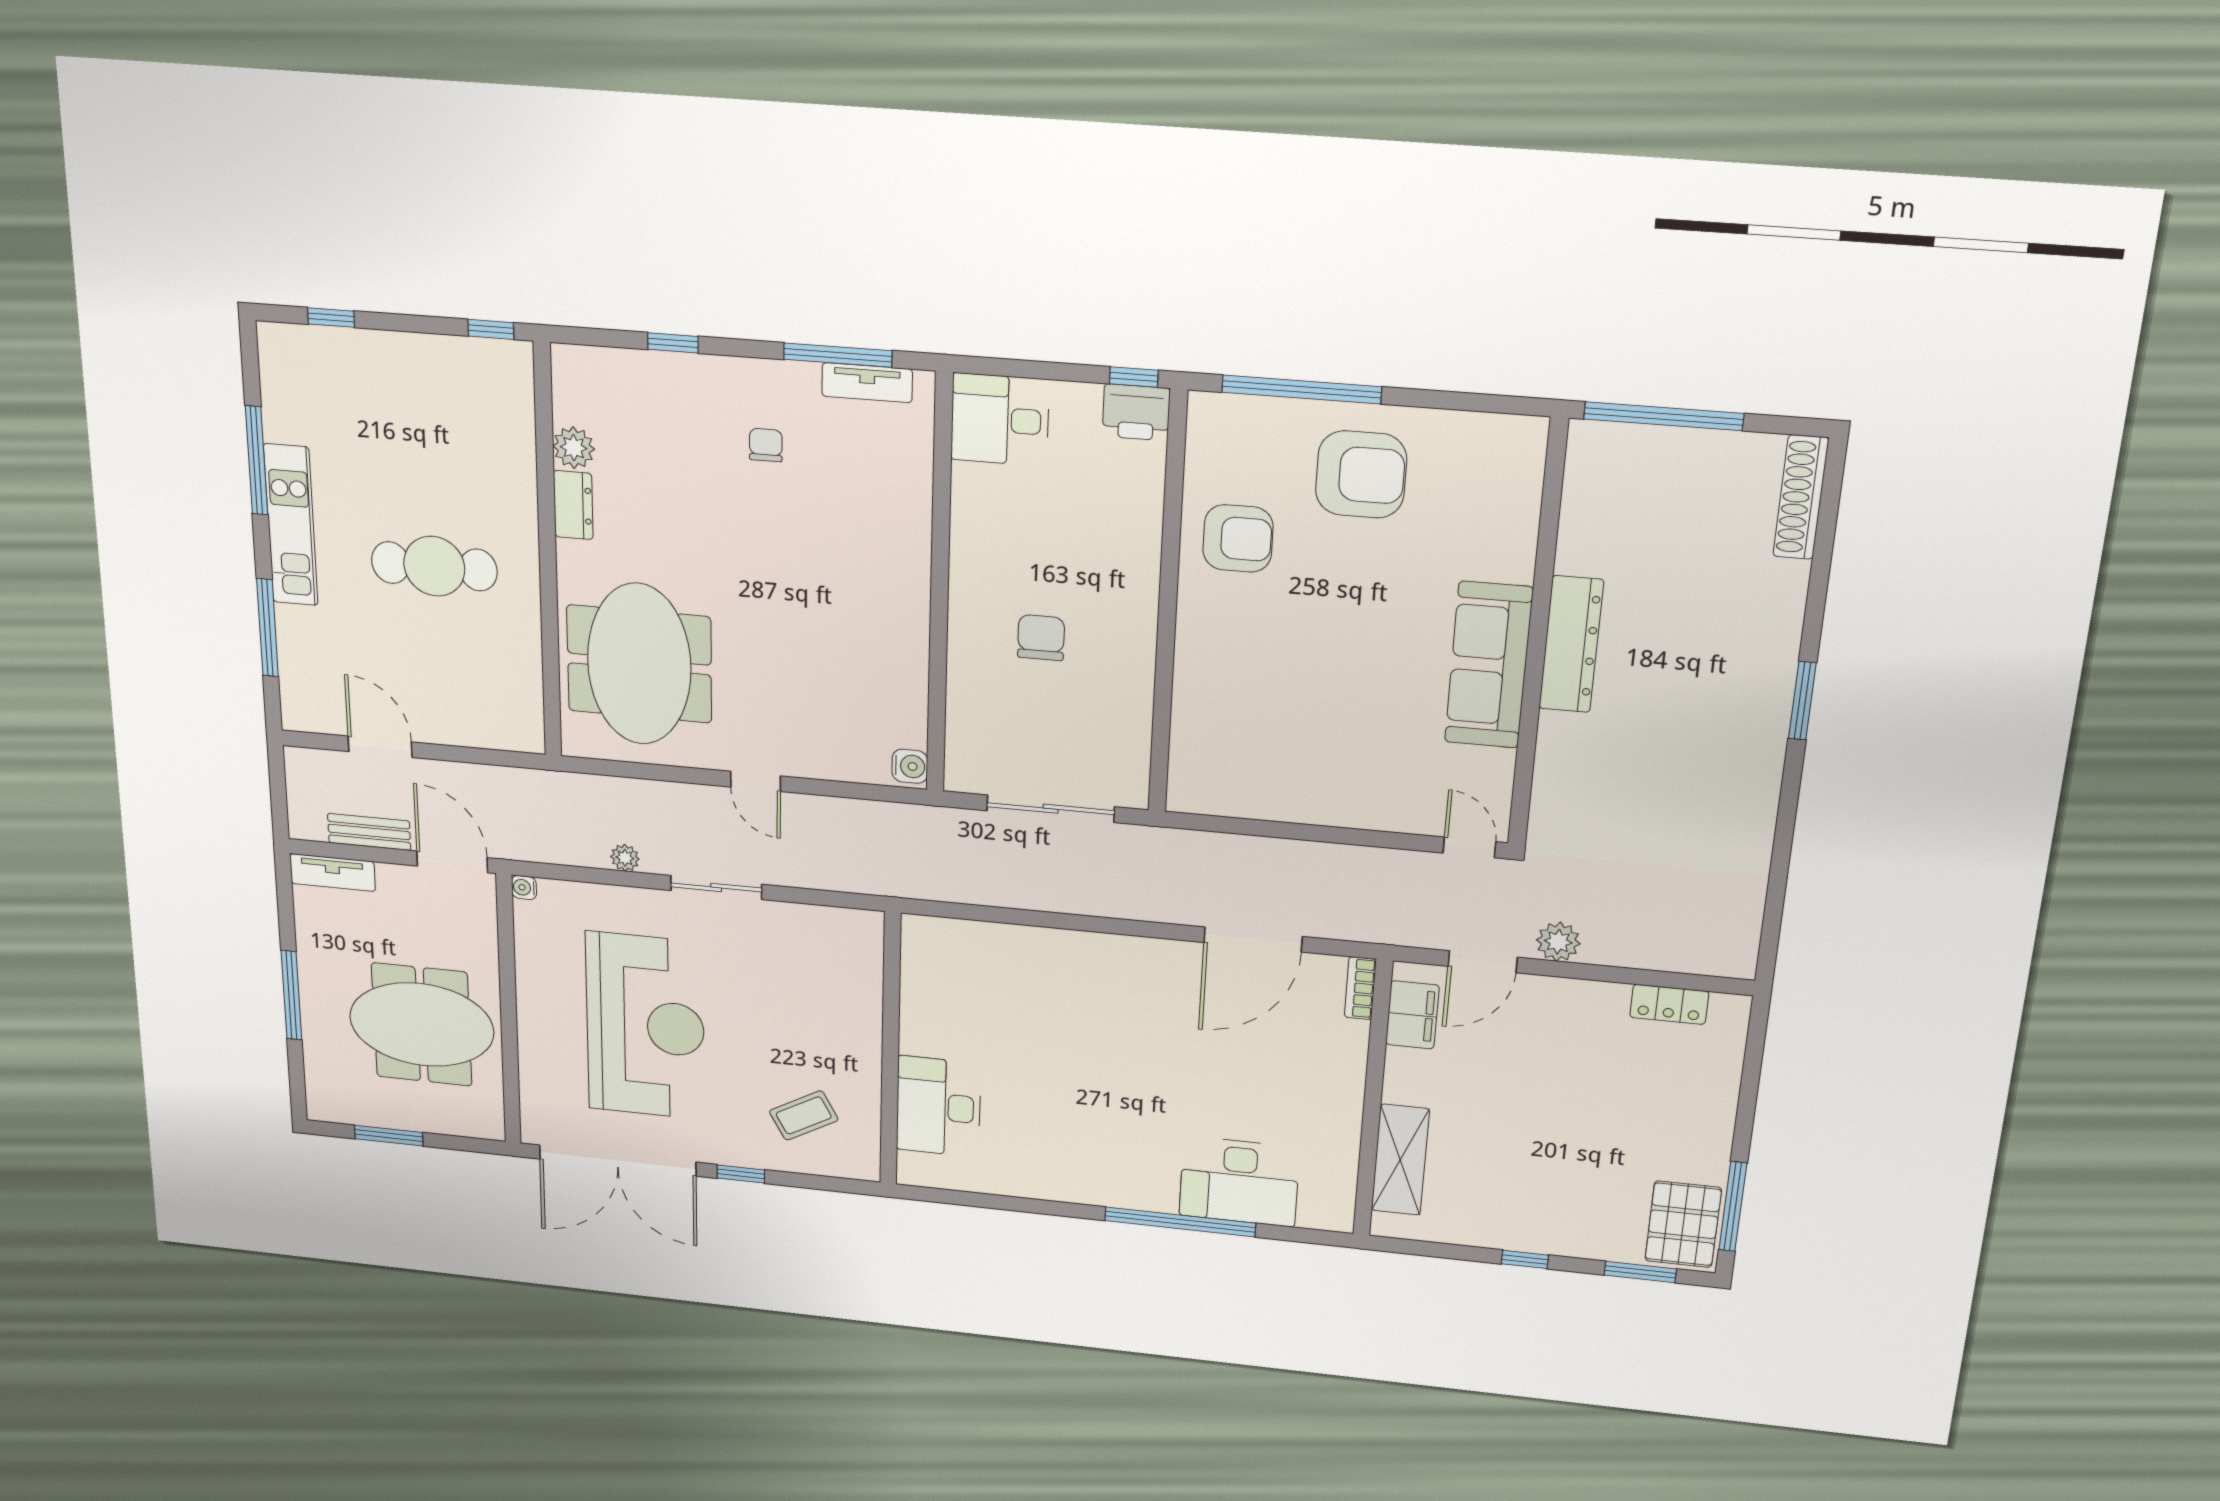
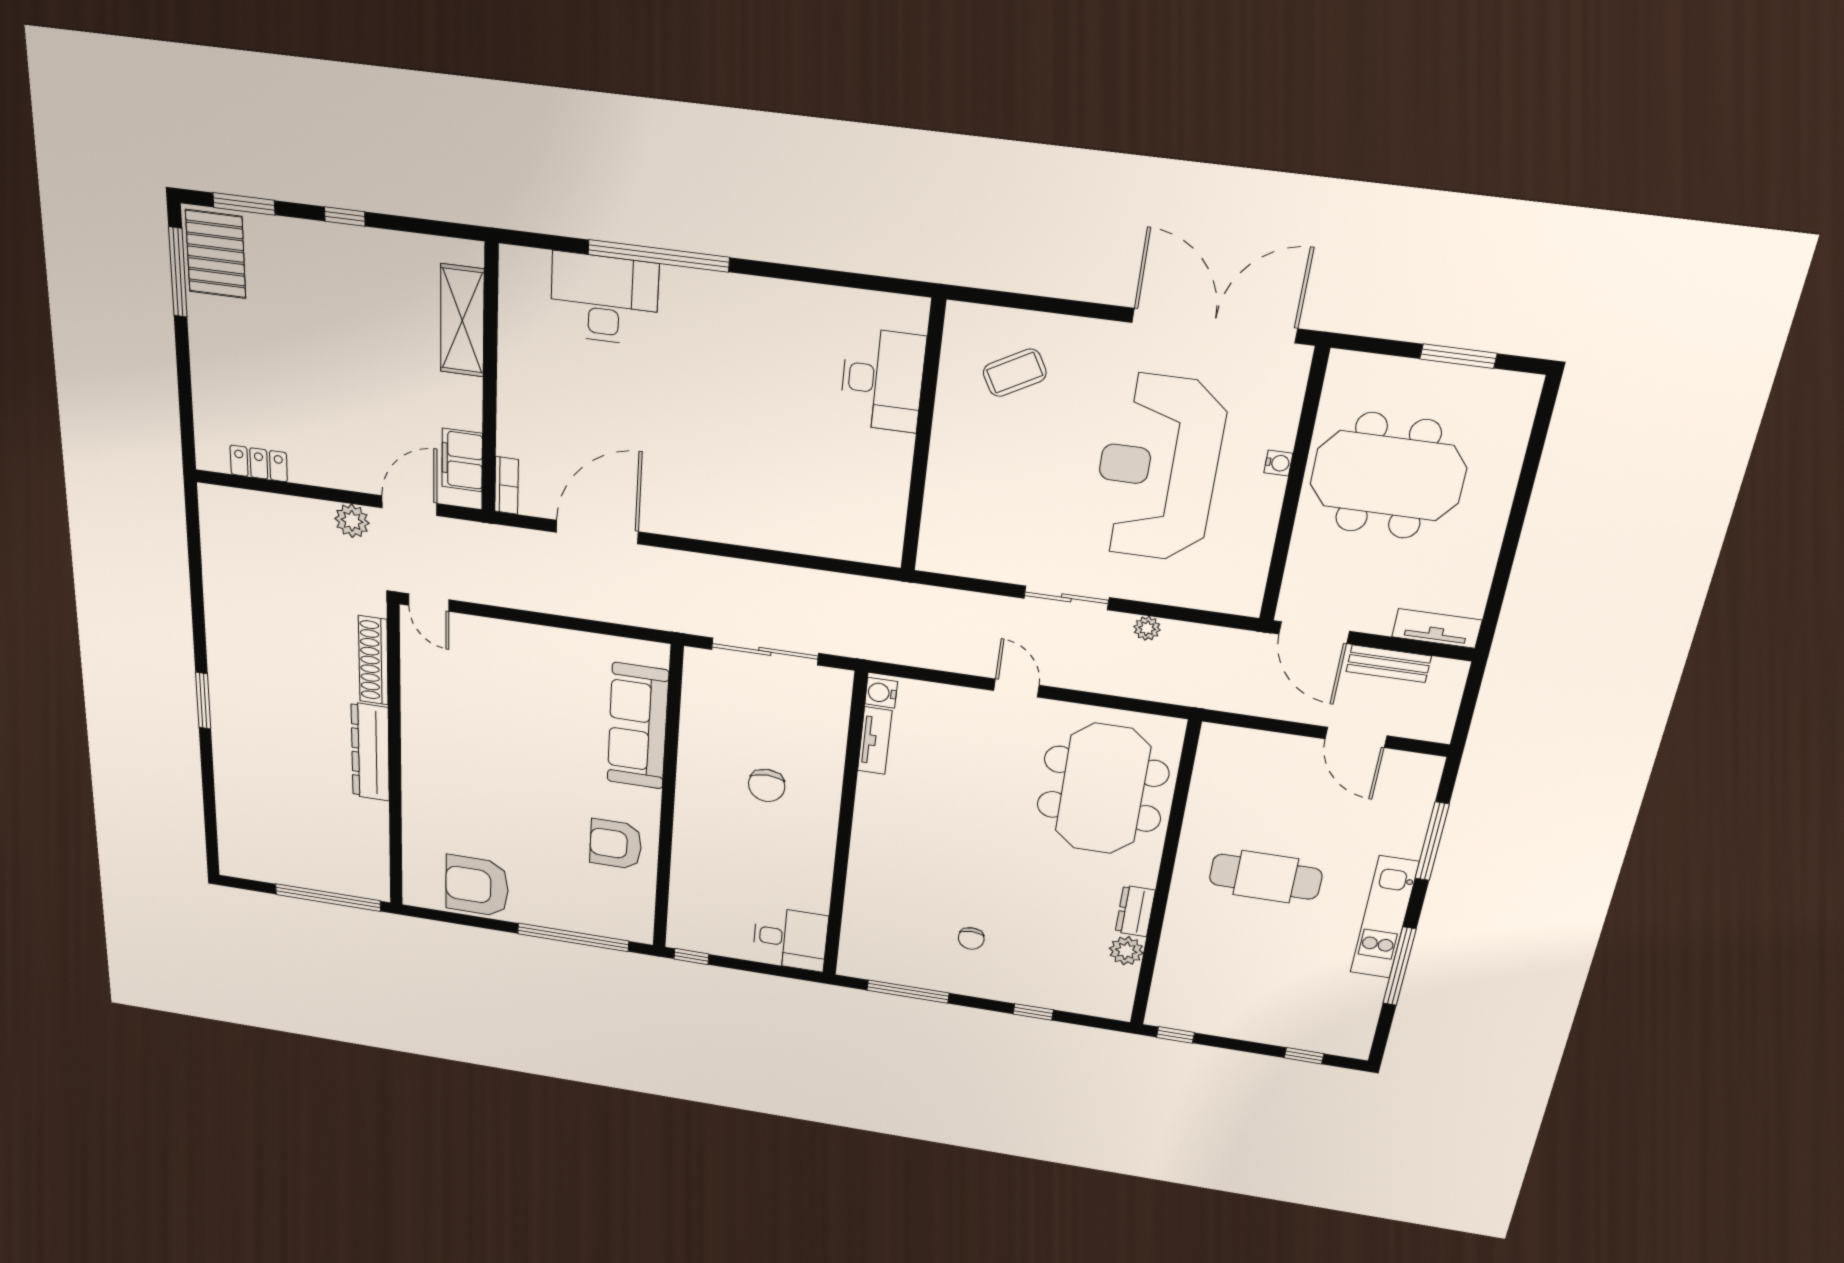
tv unit: (867, 383) -> (875, 741), moved, turned 90
printer: (1136, 412) -> (690, 934), removed
armchair: (1361, 474) -> (477, 886), moved
shoe rack: (1801, 497) -> (373, 660), moved, turned 180
sofa: (1489, 665) -> (638, 726), moved, turned 180
water cooler: (524, 887) -> (1278, 463), moved
window: (291, 995) -> (1519, 510), removed
window: (741, 1174) -> (1088, 310), removed

